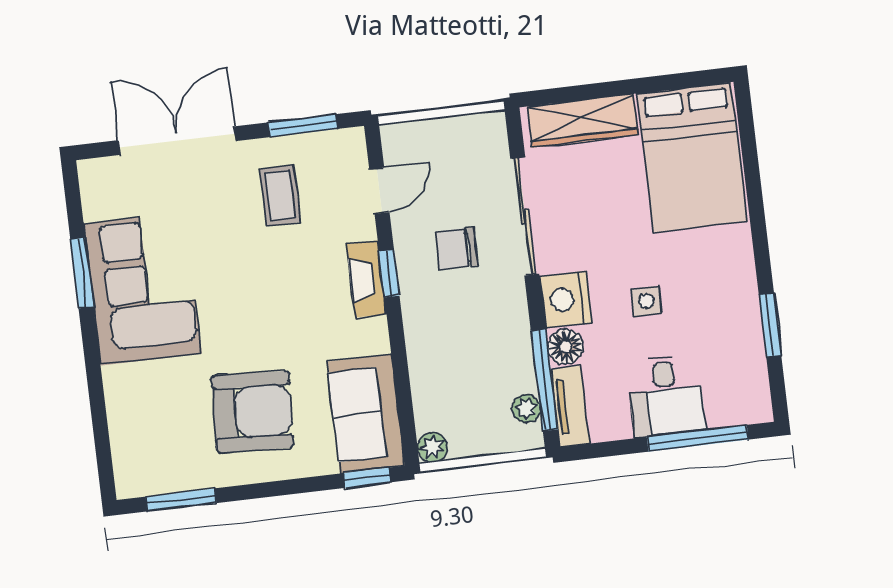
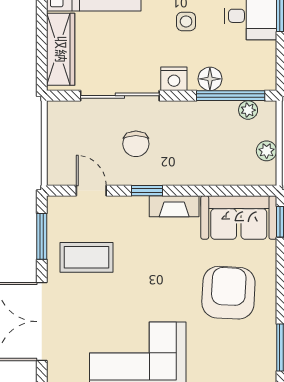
coffee table: (280, 196) -> (87, 257), width x1.36, depth x1.30
fireplace: (367, 279) -> (174, 206), moved
nightstand: (566, 299) -> (174, 79), width x0.74, depth x0.75
tv unit: (570, 406) -> (250, 81), removed
plant: (433, 447) -> (267, 151), moved

